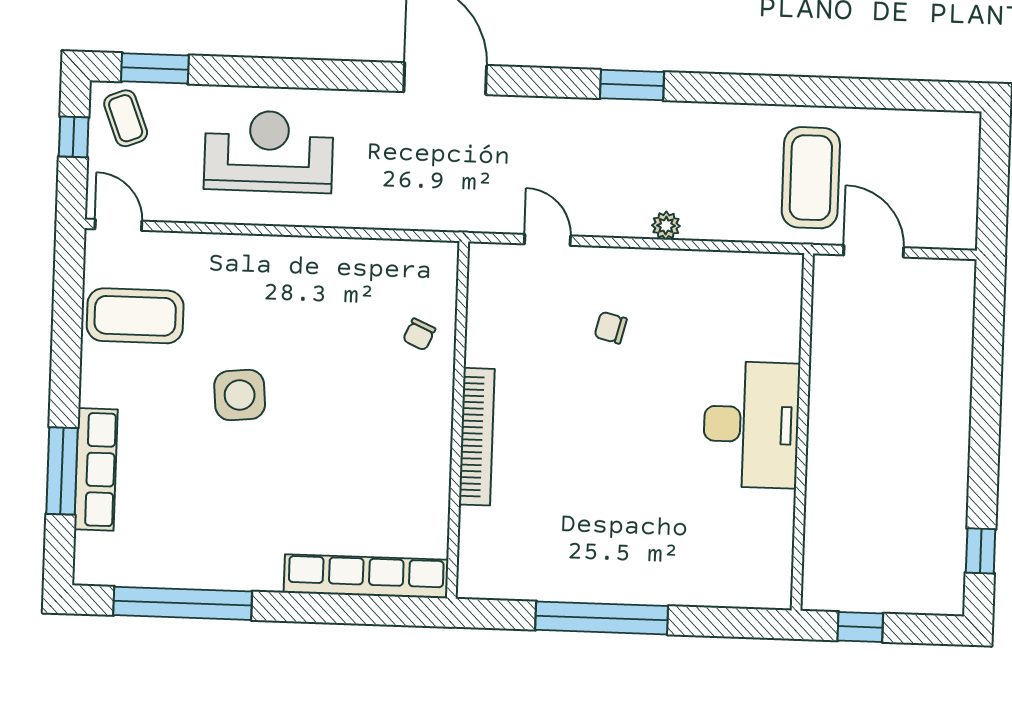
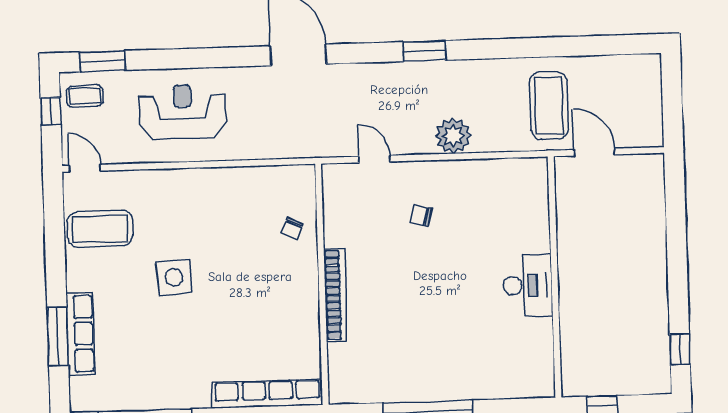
coffee table: (126, 118) -> (85, 96), turned -69
plant: (666, 226) -> (453, 136), width x1.88, depth x1.88
desk: (751, 425) -> (528, 285), width x0.73, depth x0.77

